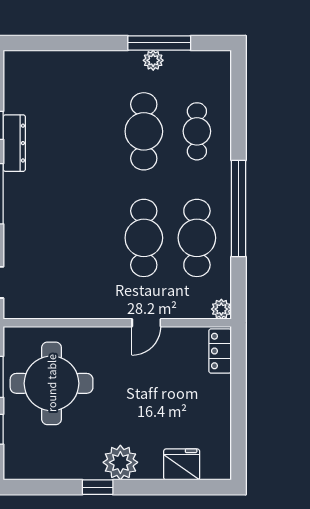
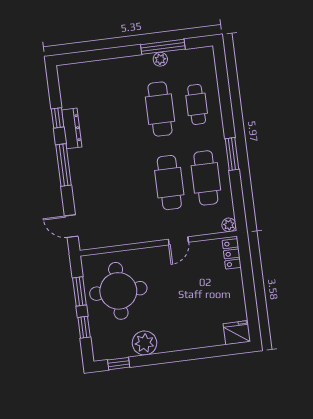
window: (238, 209) -> (232, 154), width x0.47
plant: (120, 462) -> (144, 343), moved
fridge: (182, 464) -> (237, 333), moved
window: (98, 487) -> (119, 364), moved

